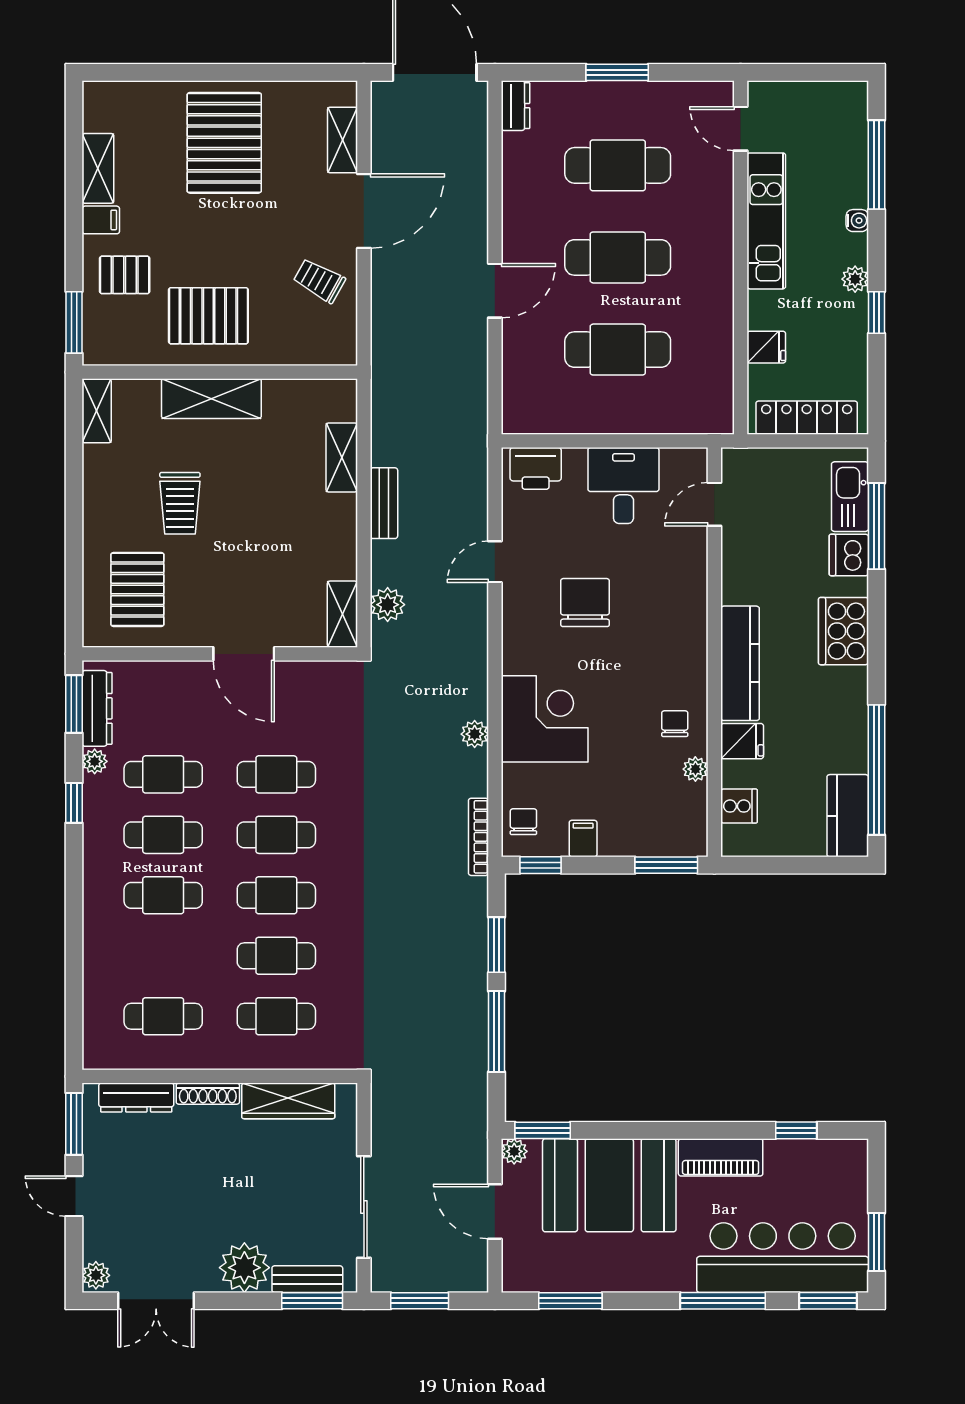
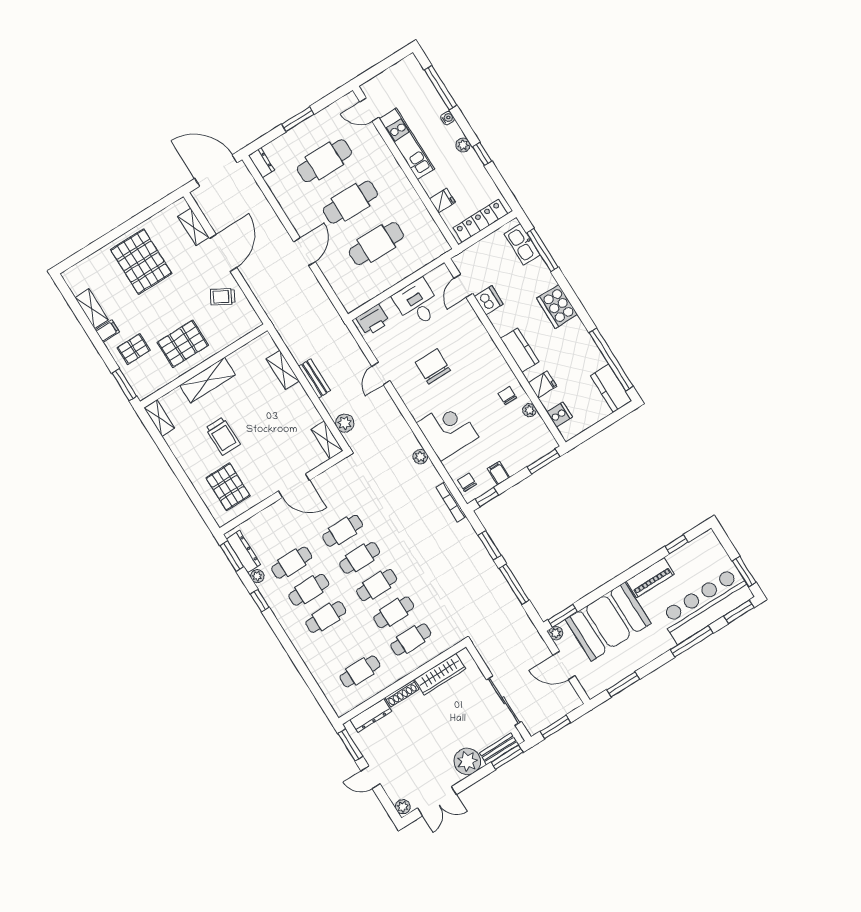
dishwasher: (849, 555) -> (489, 300), moved, turned 180
kitchen counter: (740, 663) -> (520, 350), width x0.67

